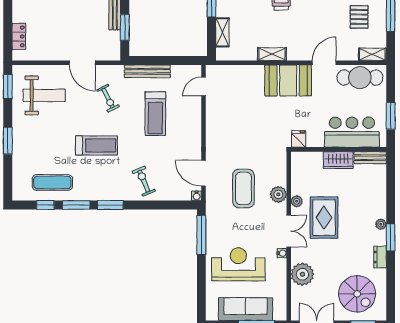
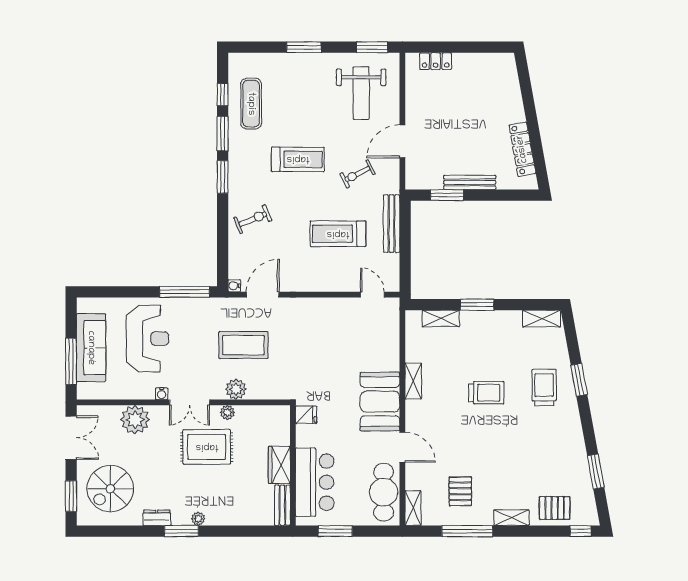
pallet: (359, 17) -> (460, 491), turned 90
treadmill: (96, 145) -> (298, 159), turned -90

